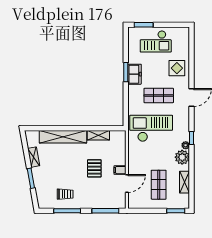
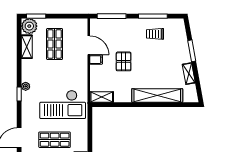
shelving: (98, 135) -> (102, 97), moved
plant: (182, 157) -> (29, 26), moved
door: (127, 183) -> (89, 45), swing flipped

